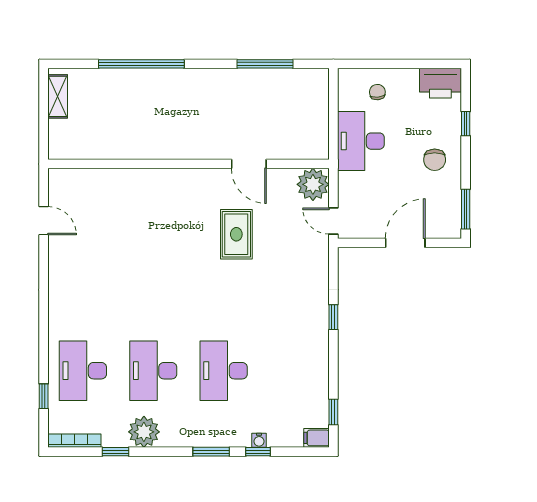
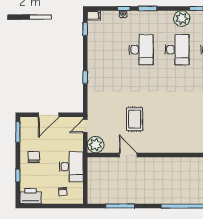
door: (333, 221) -> (85, 126), swing flipped

